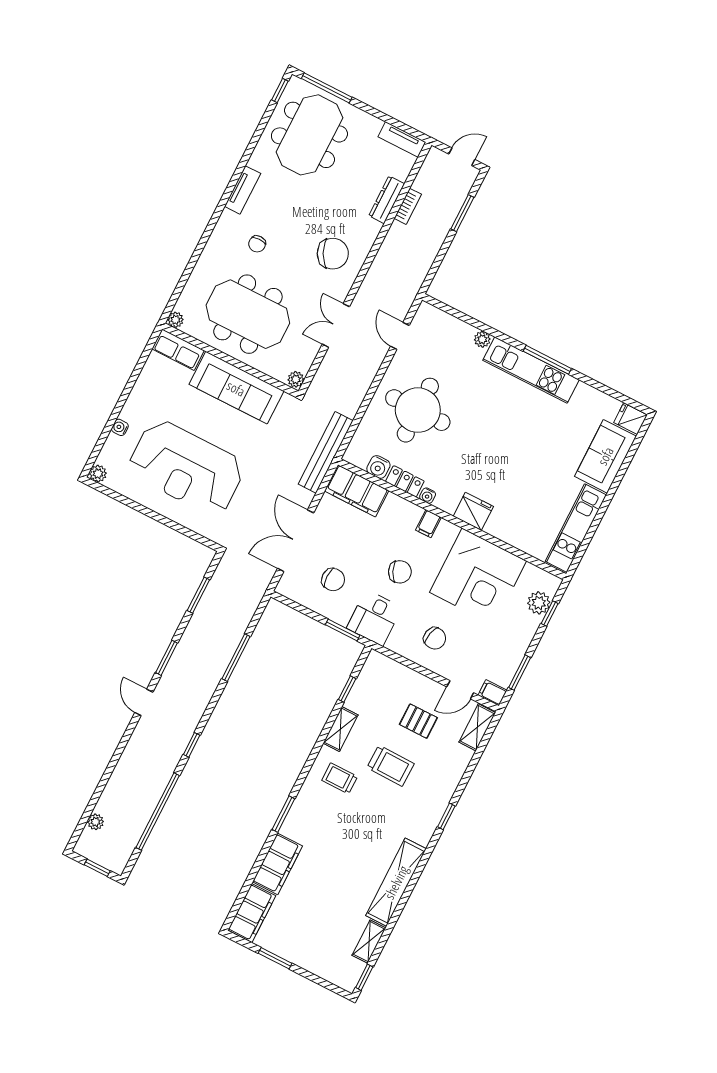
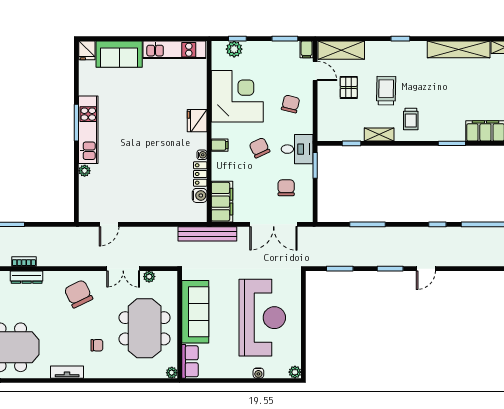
plant: (296, 379) -> (149, 277), moved
round table: (418, 410) -> (151, 189), removed
shelving: (477, 727) -> (341, 50), width x1.50, depth x1.33

